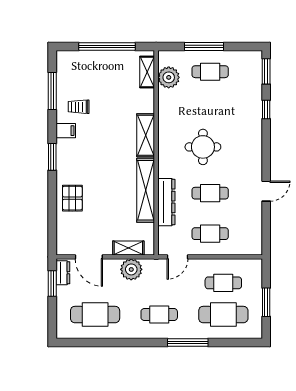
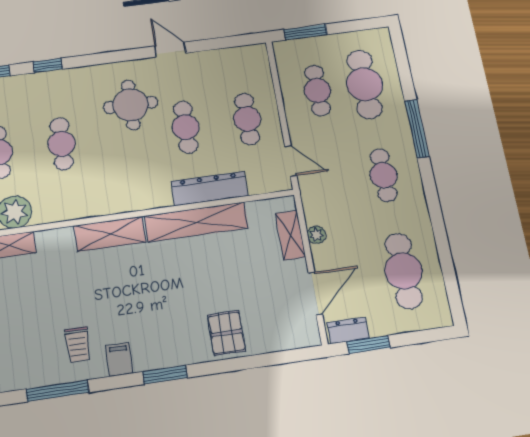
cafe table: (210, 112) -> (62, 144), added
round table: (203, 147) -> (131, 105), moved
pallet: (72, 198) -> (227, 333), turned 90
plant: (131, 269) -> (316, 235), width x0.53, depth x0.53
window: (266, 302) -> (305, 32), moved

